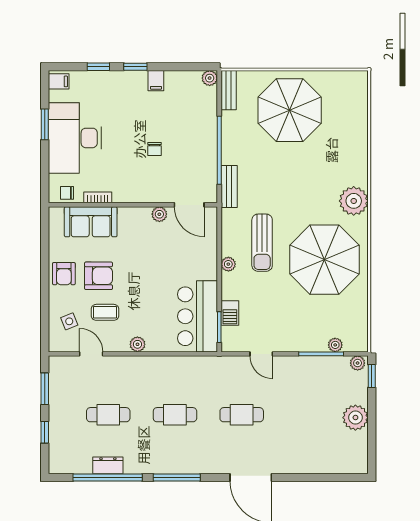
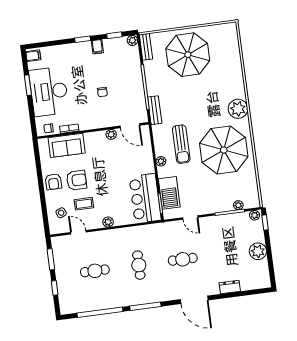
window: (98, 67) -> (114, 35), moved
barbecue: (230, 313) -> (169, 193), width x1.88, depth x1.53
cafe table: (175, 415) -> (139, 265), turned 90
dresser: (108, 465) -> (230, 287), moved

